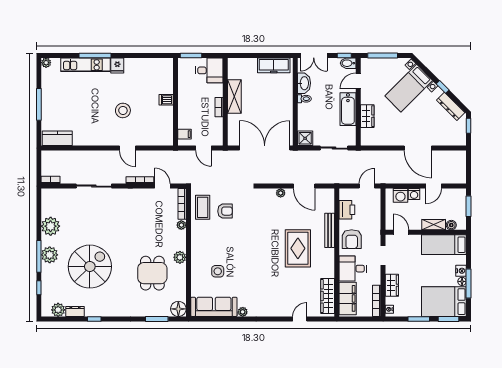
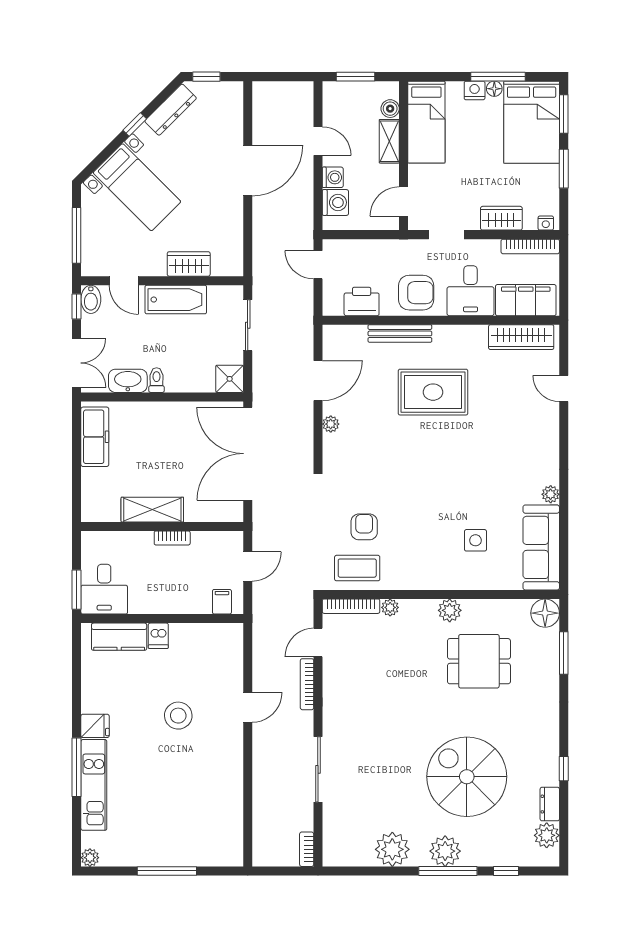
desk: (209, 70) -> (104, 589), moved, turned 180
kitchen counter: (57, 138) -> (119, 637), moved, turned -90

